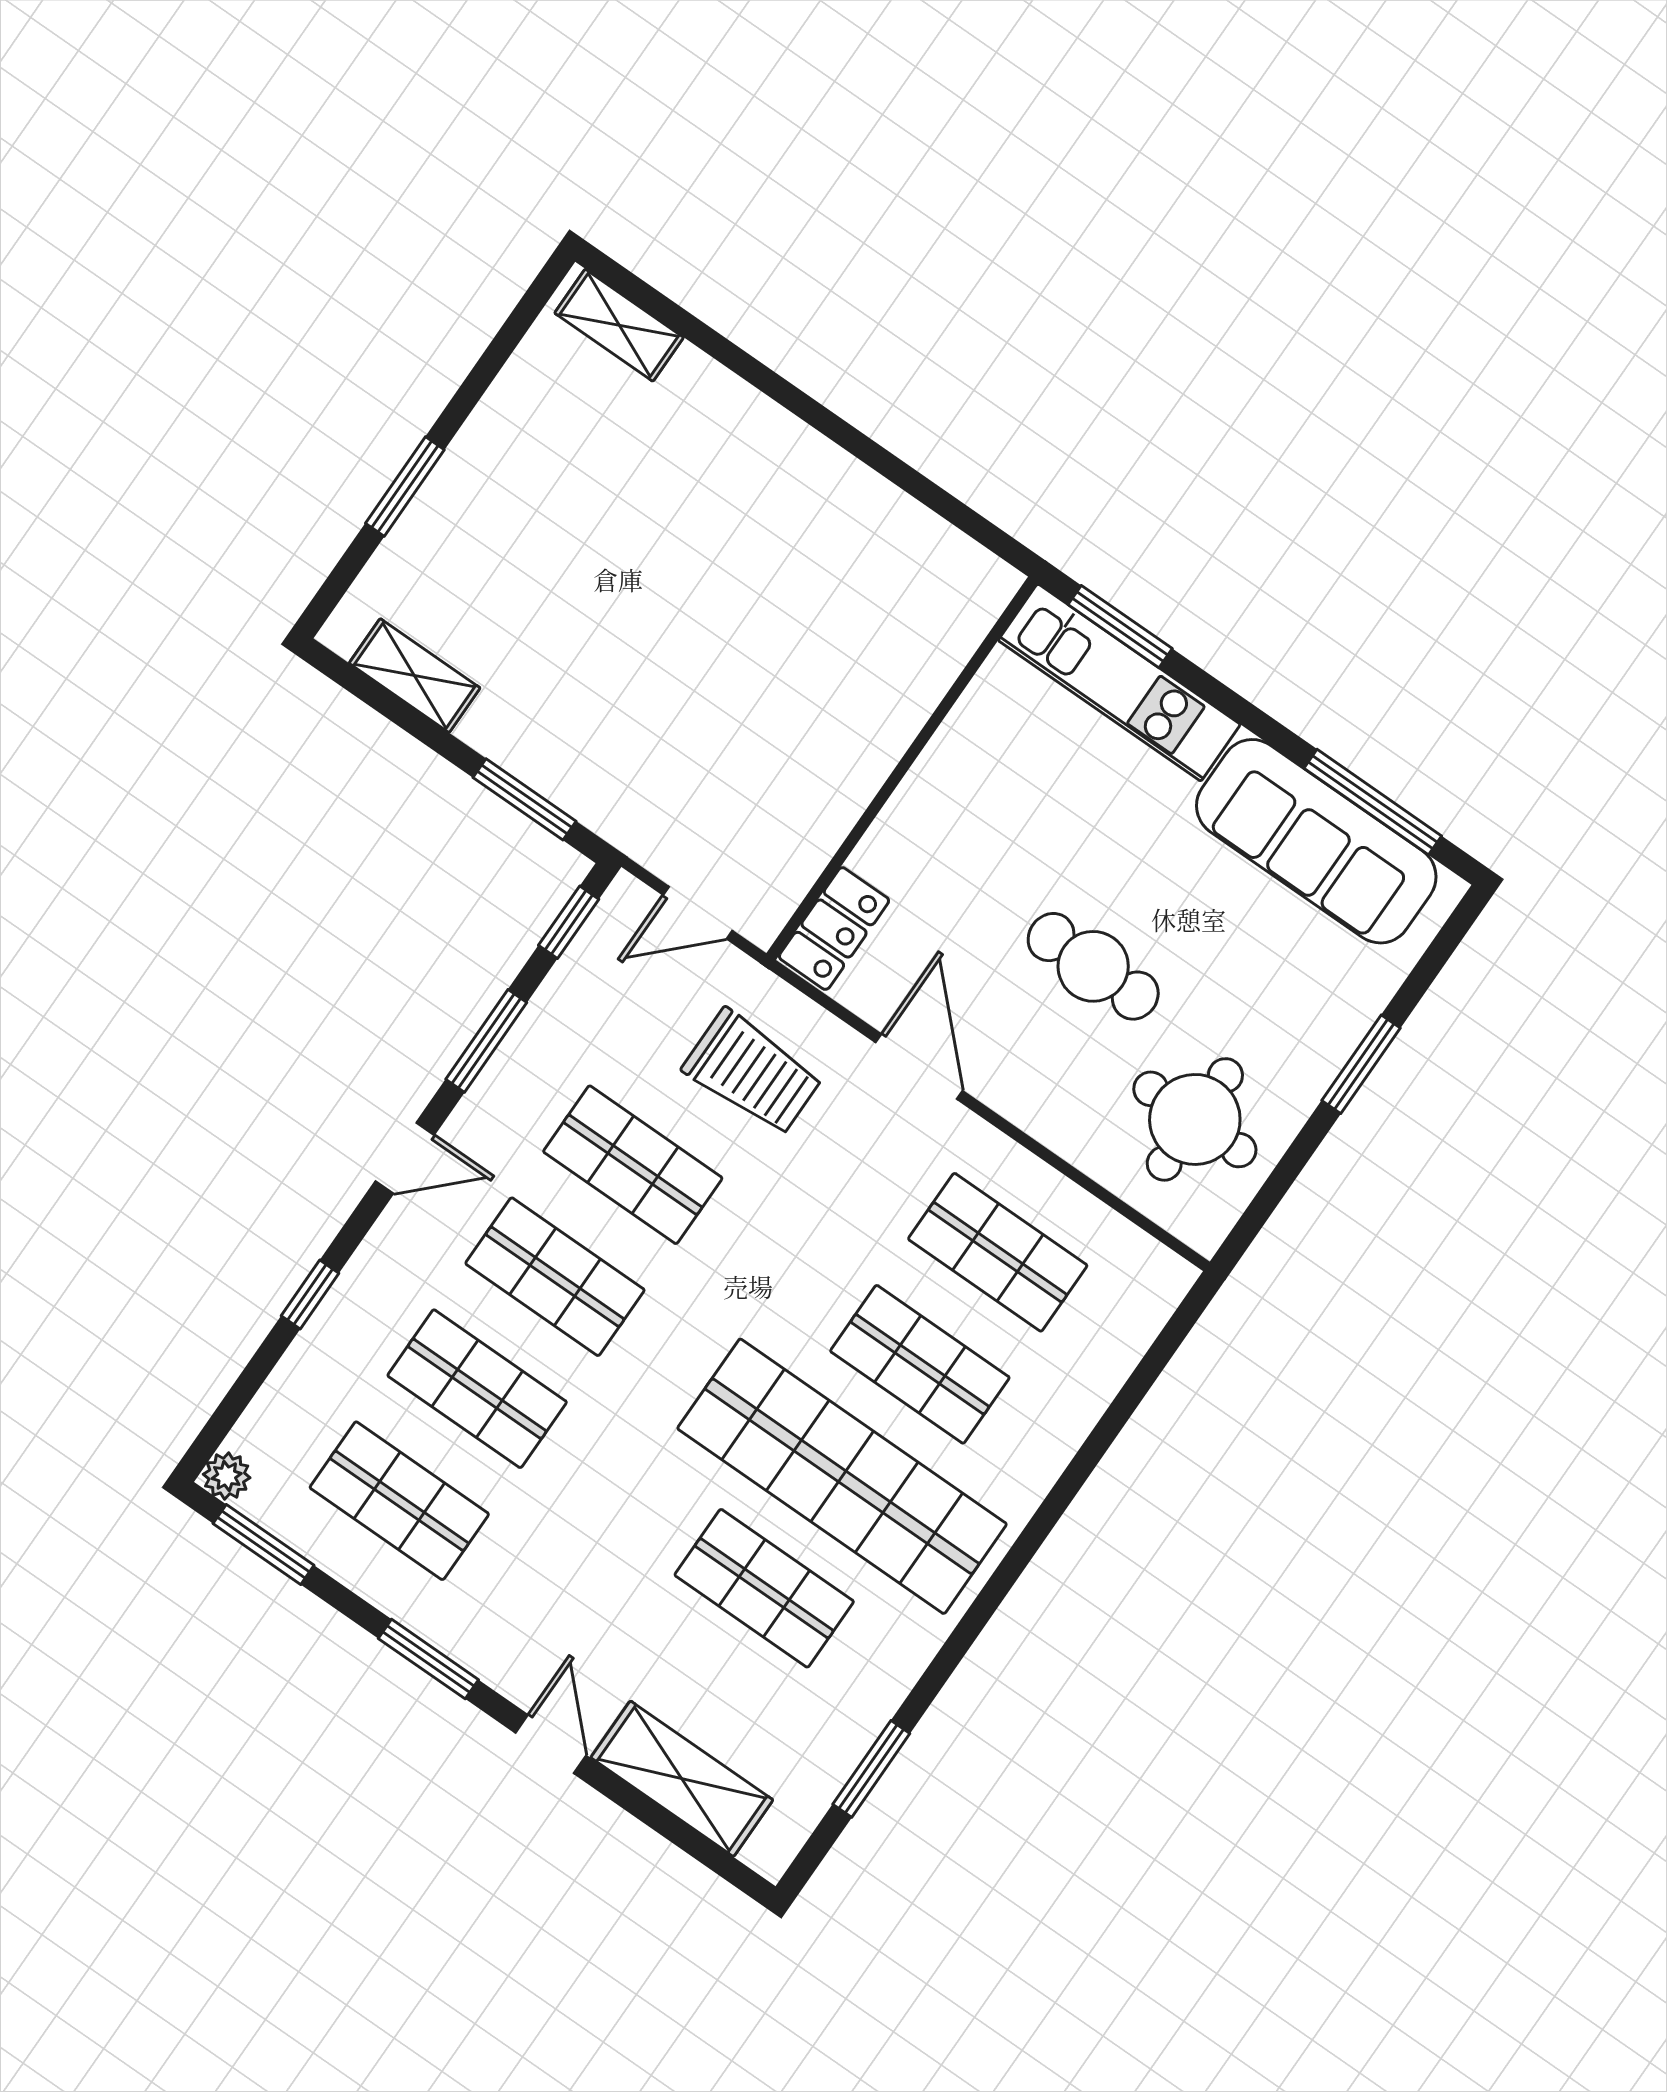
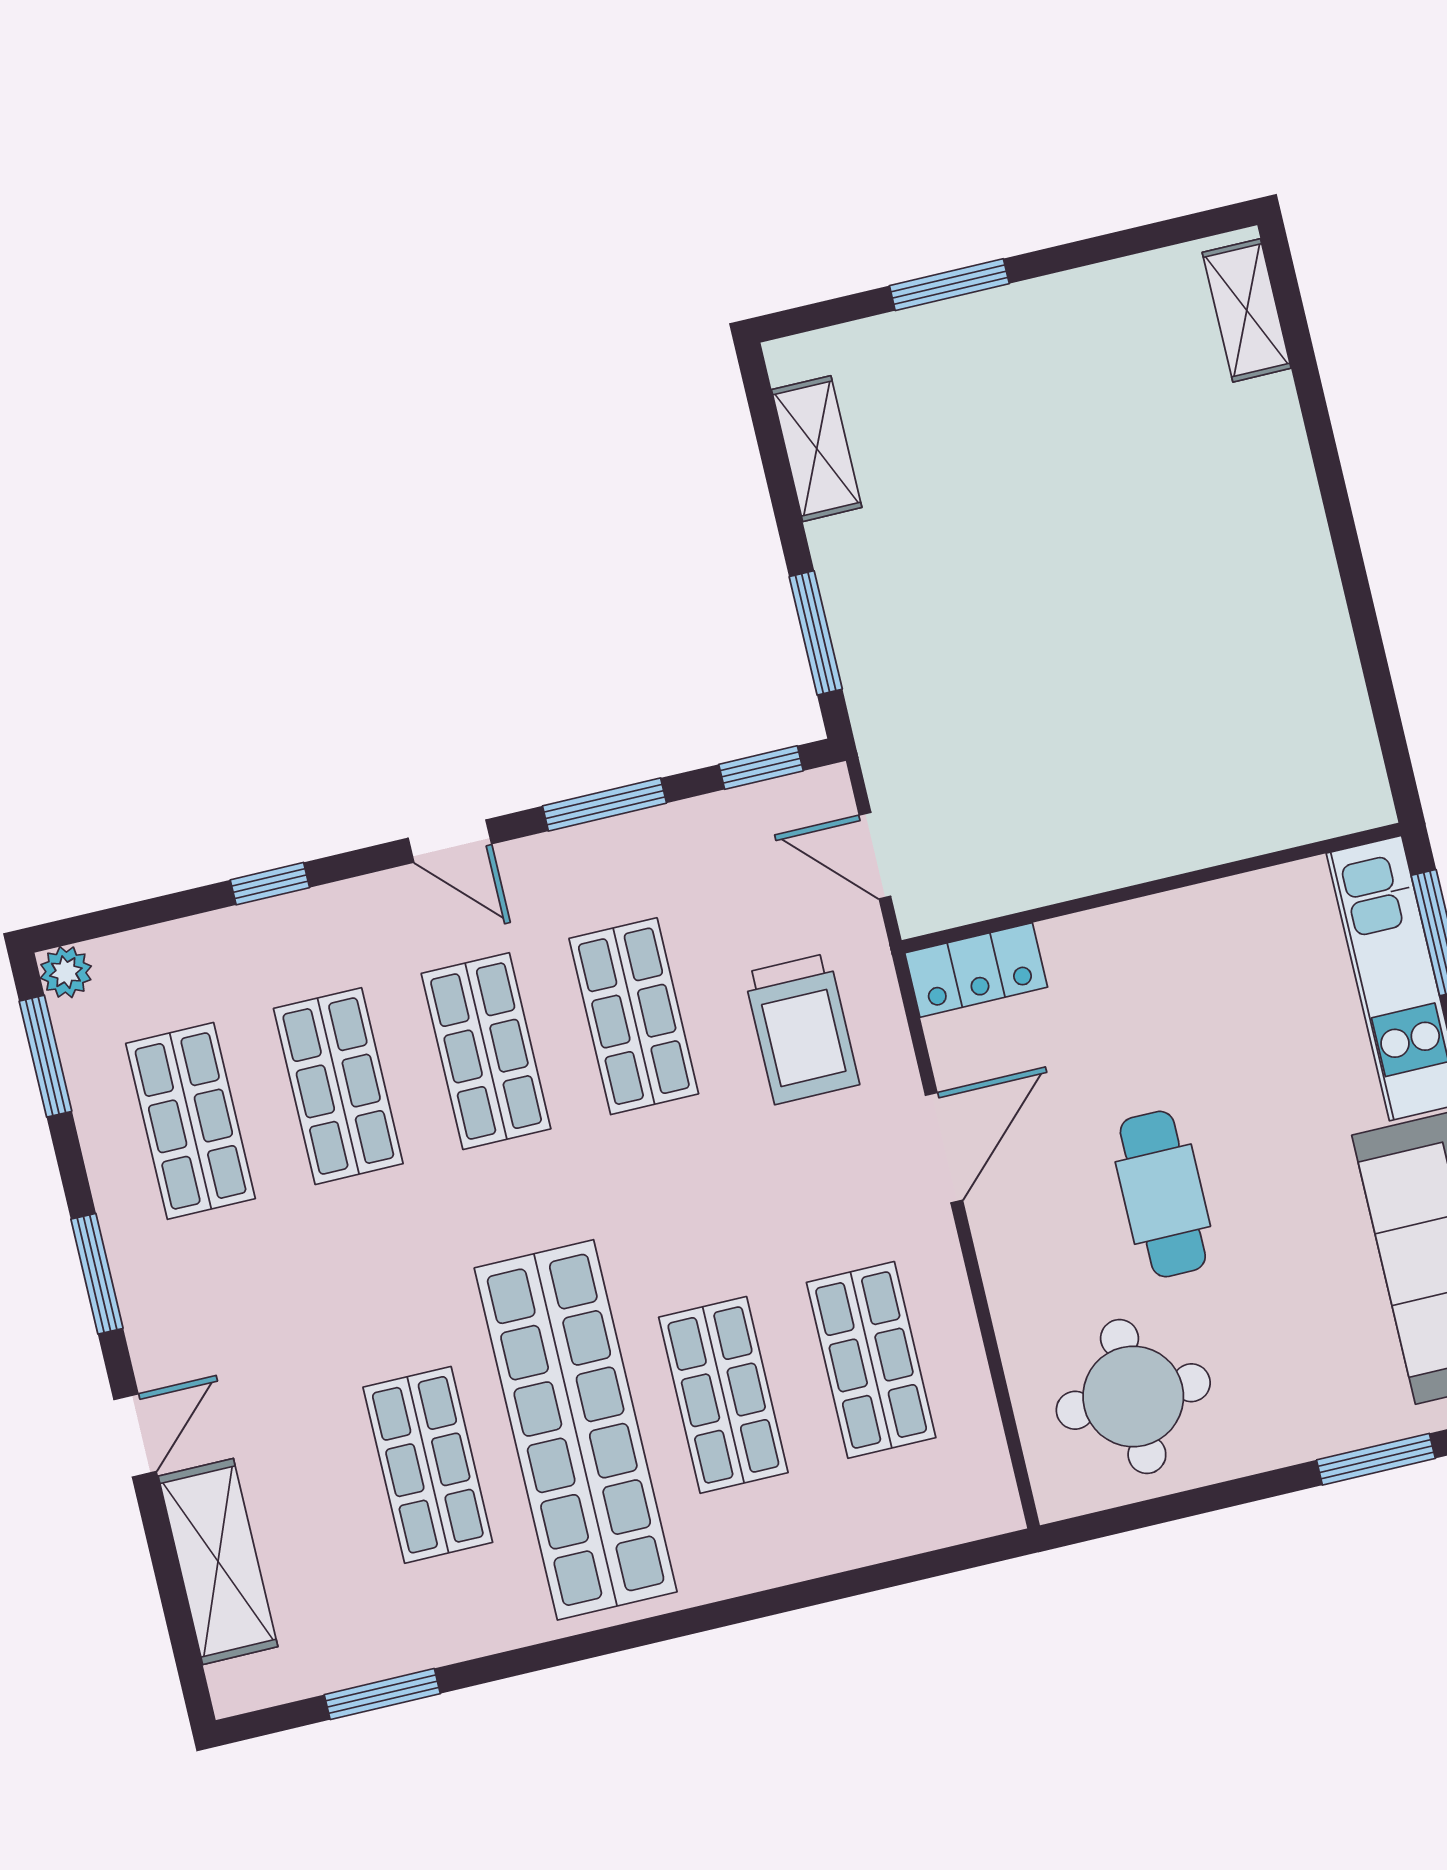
window: (1361, 1064) -> (1376, 1459), moved

